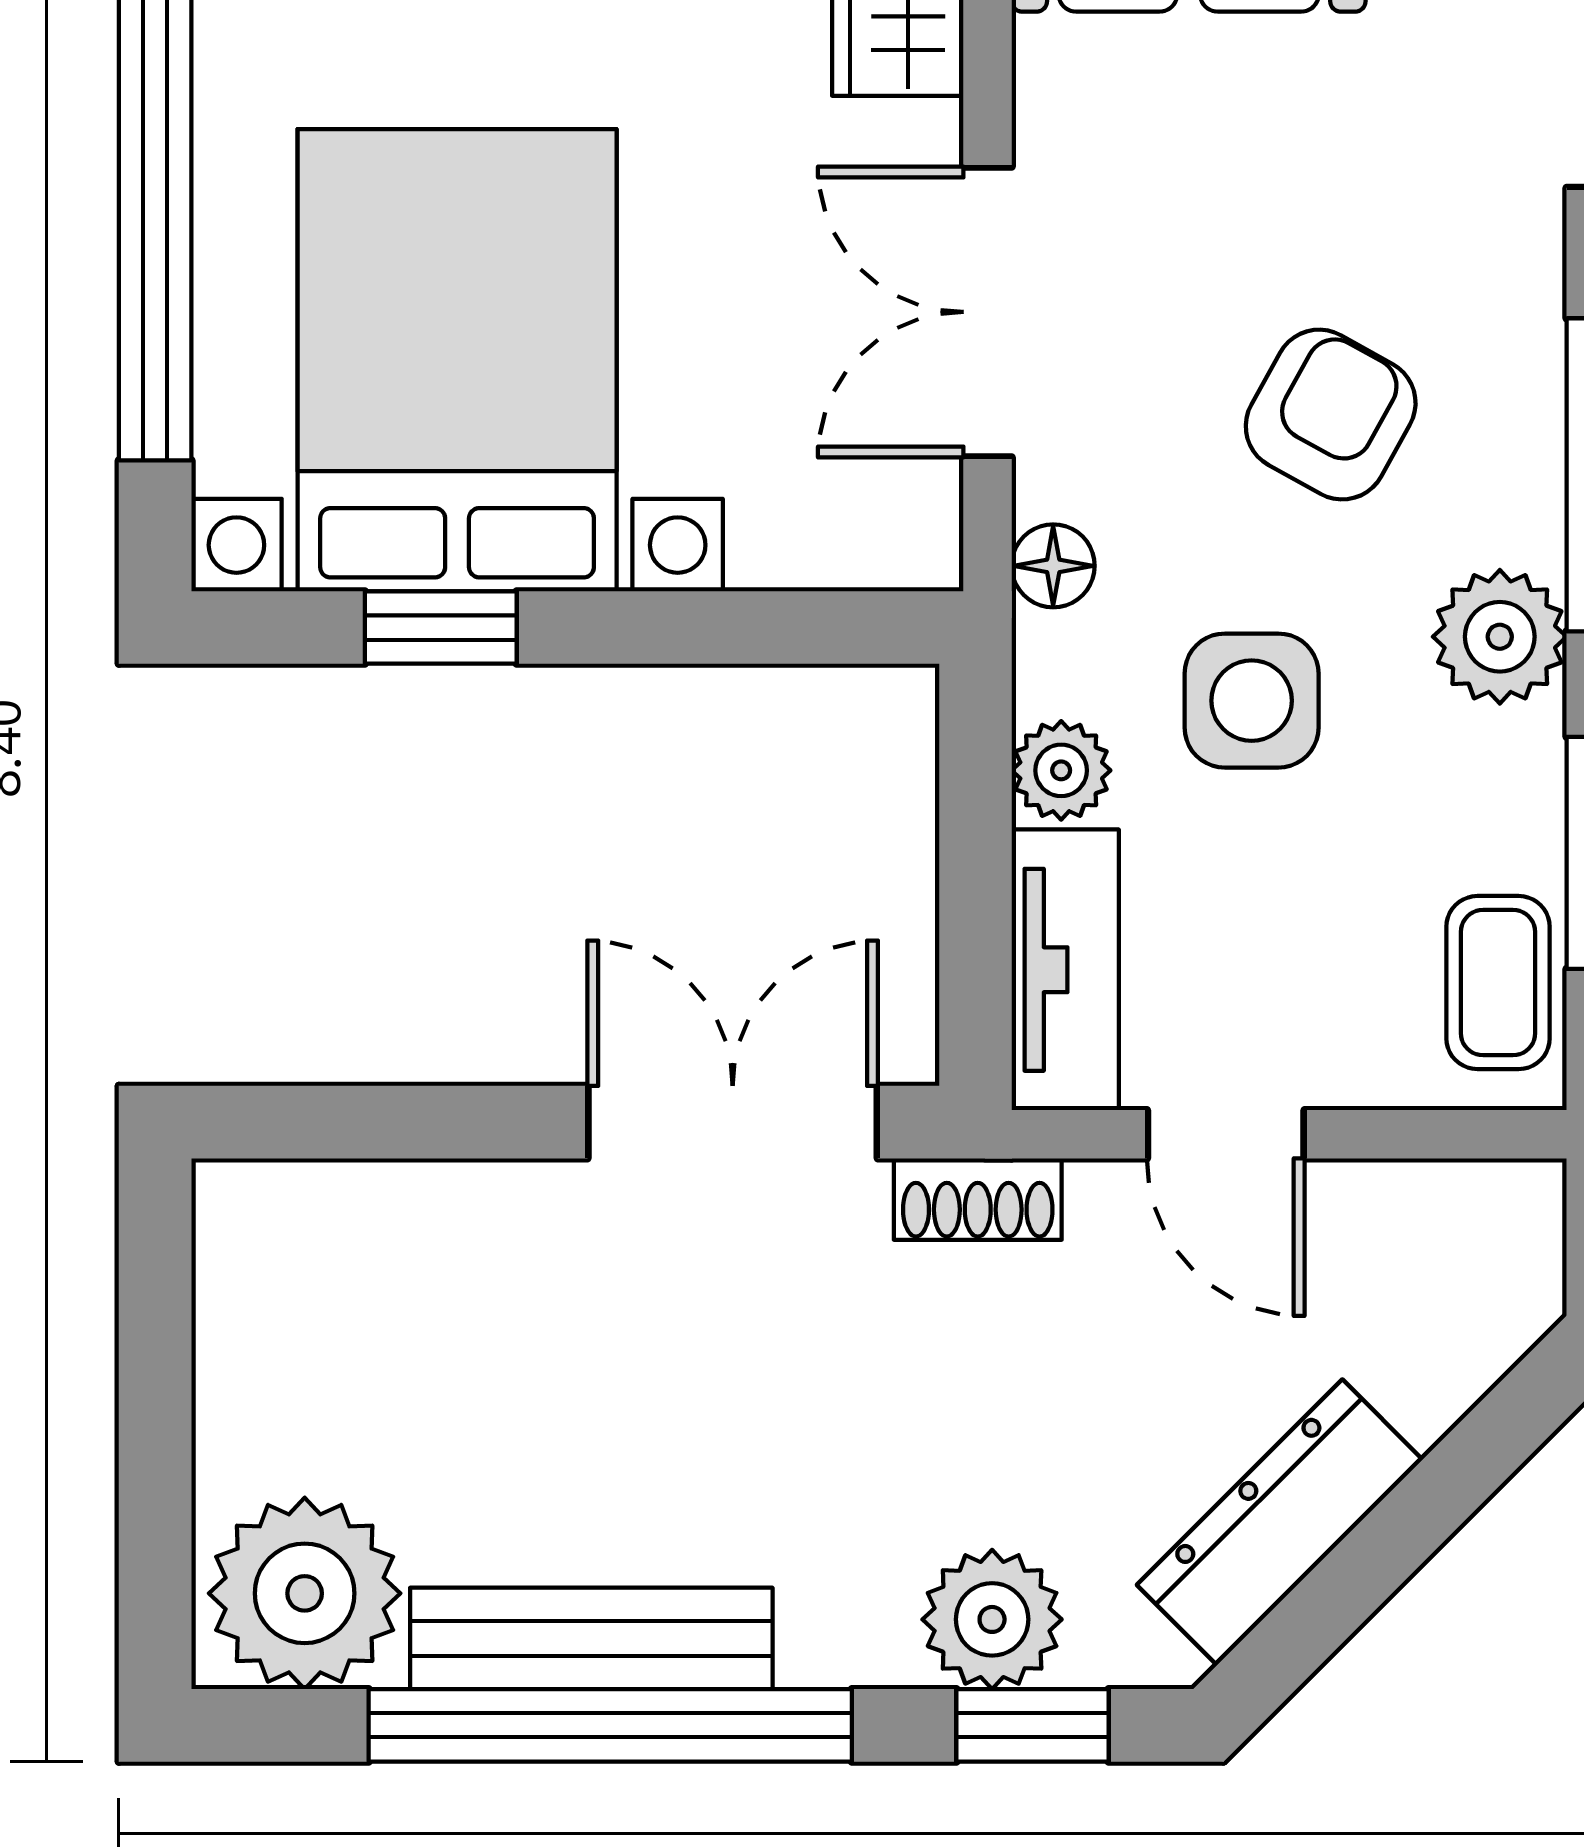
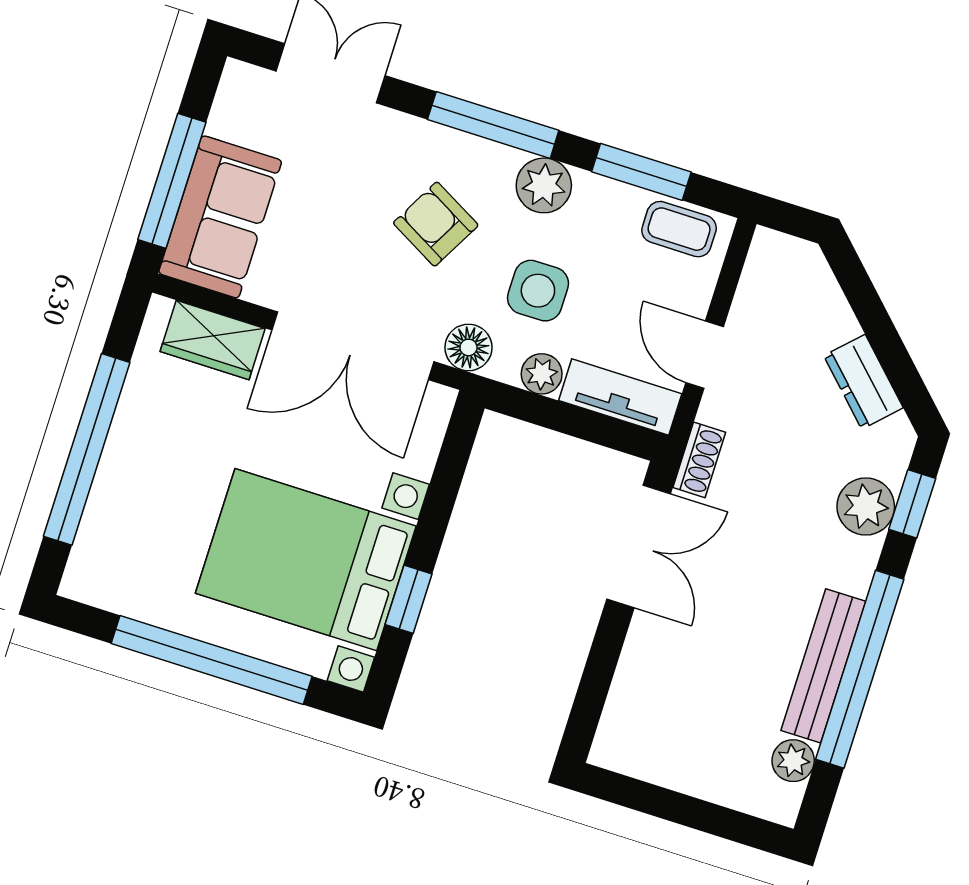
double door: (988, 312) -> (353, 346), width x1.37
floor lamp: (1053, 566) -> (468, 347), width x1.37, depth x1.37
double door: (733, 1122) -> (639, 546), swing flipped
door: (1226, 1134) -> (705, 355), swing flipped
dresser: (1280, 1522) -> (863, 382), width x0.70
plant: (305, 1593) -> (793, 761), width x0.53, depth x0.53

